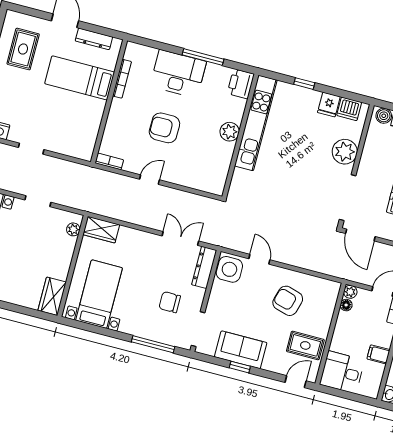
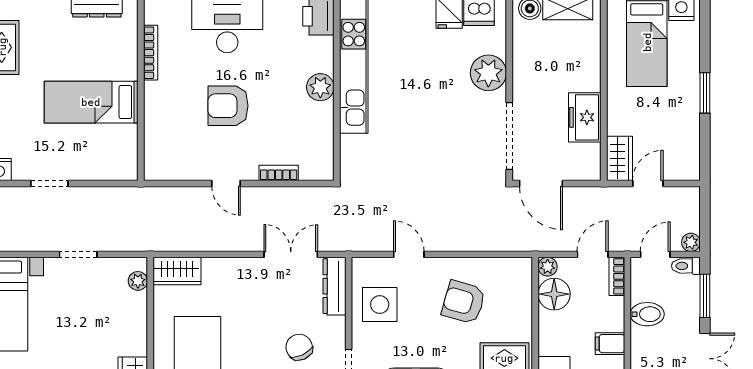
bed: (80, 78) -> (91, 102), moved
bookcase: (109, 161) -> (279, 173), moved
door: (149, 180) -> (226, 183), swing flipped
side table: (229, 269) -> (380, 305), moved
chair: (170, 302) -> (299, 347), turned 65
floor lamp: (346, 305) -> (554, 294), width x1.89, depth x1.89

